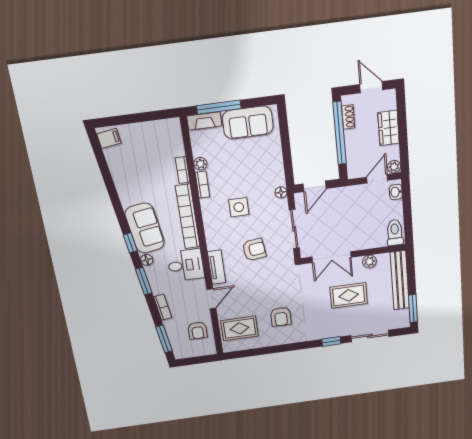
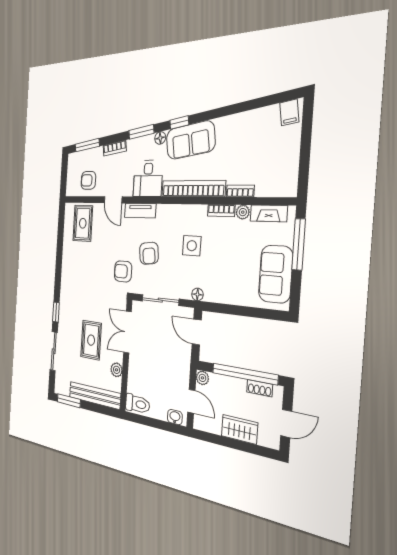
fireplace: (204, 121) -> (269, 213), moved, turned -90
plant: (394, 167) -> (202, 378), moved
armchair: (281, 317) -> (123, 271), moved

